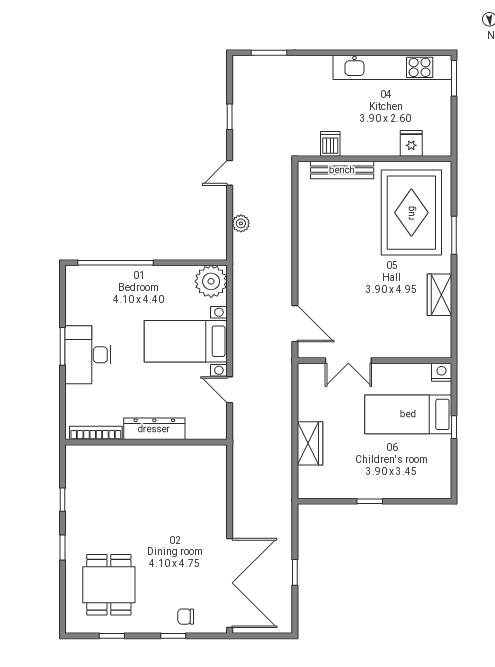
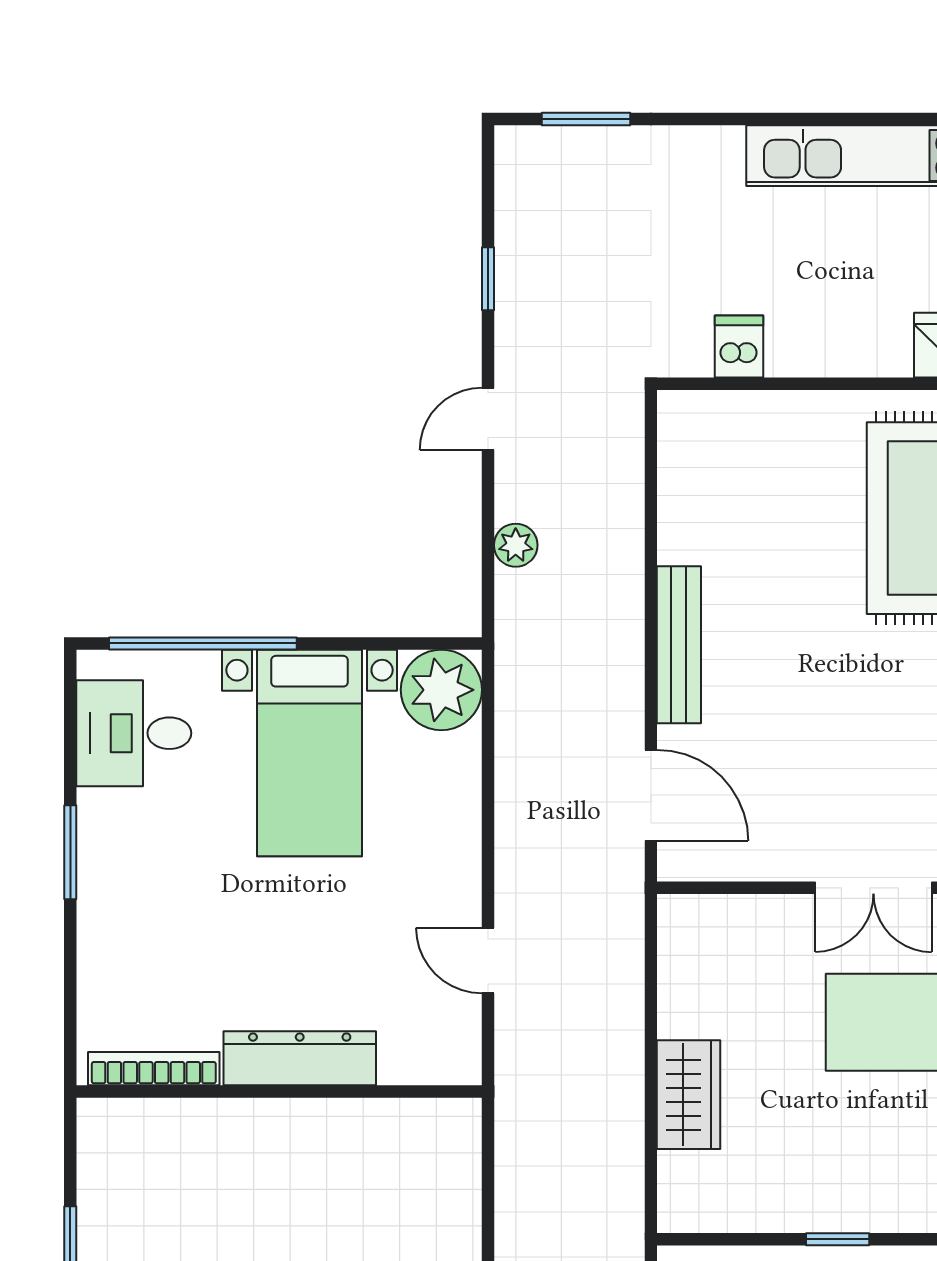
bench: (342, 170) -> (679, 645), moved, turned 90
bed with nightstands: (186, 341) -> (310, 753), moved, turned -90
desk: (88, 355) -> (134, 733), moved, width x0.73
double door: (348, 361) -> (873, 888), moved

